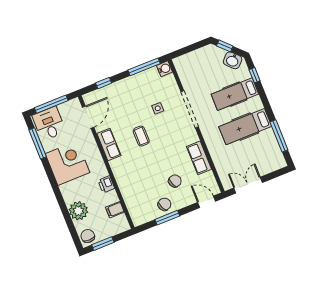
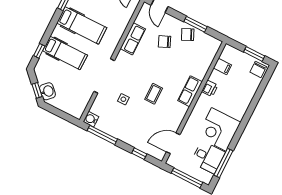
washbasin: (233, 60) -> (47, 91), moved
desk: (49, 124) -> (208, 157), moved, turned -90
row of seats: (109, 145) -> (190, 91), moved
plant: (78, 211) -> (246, 92), removed

